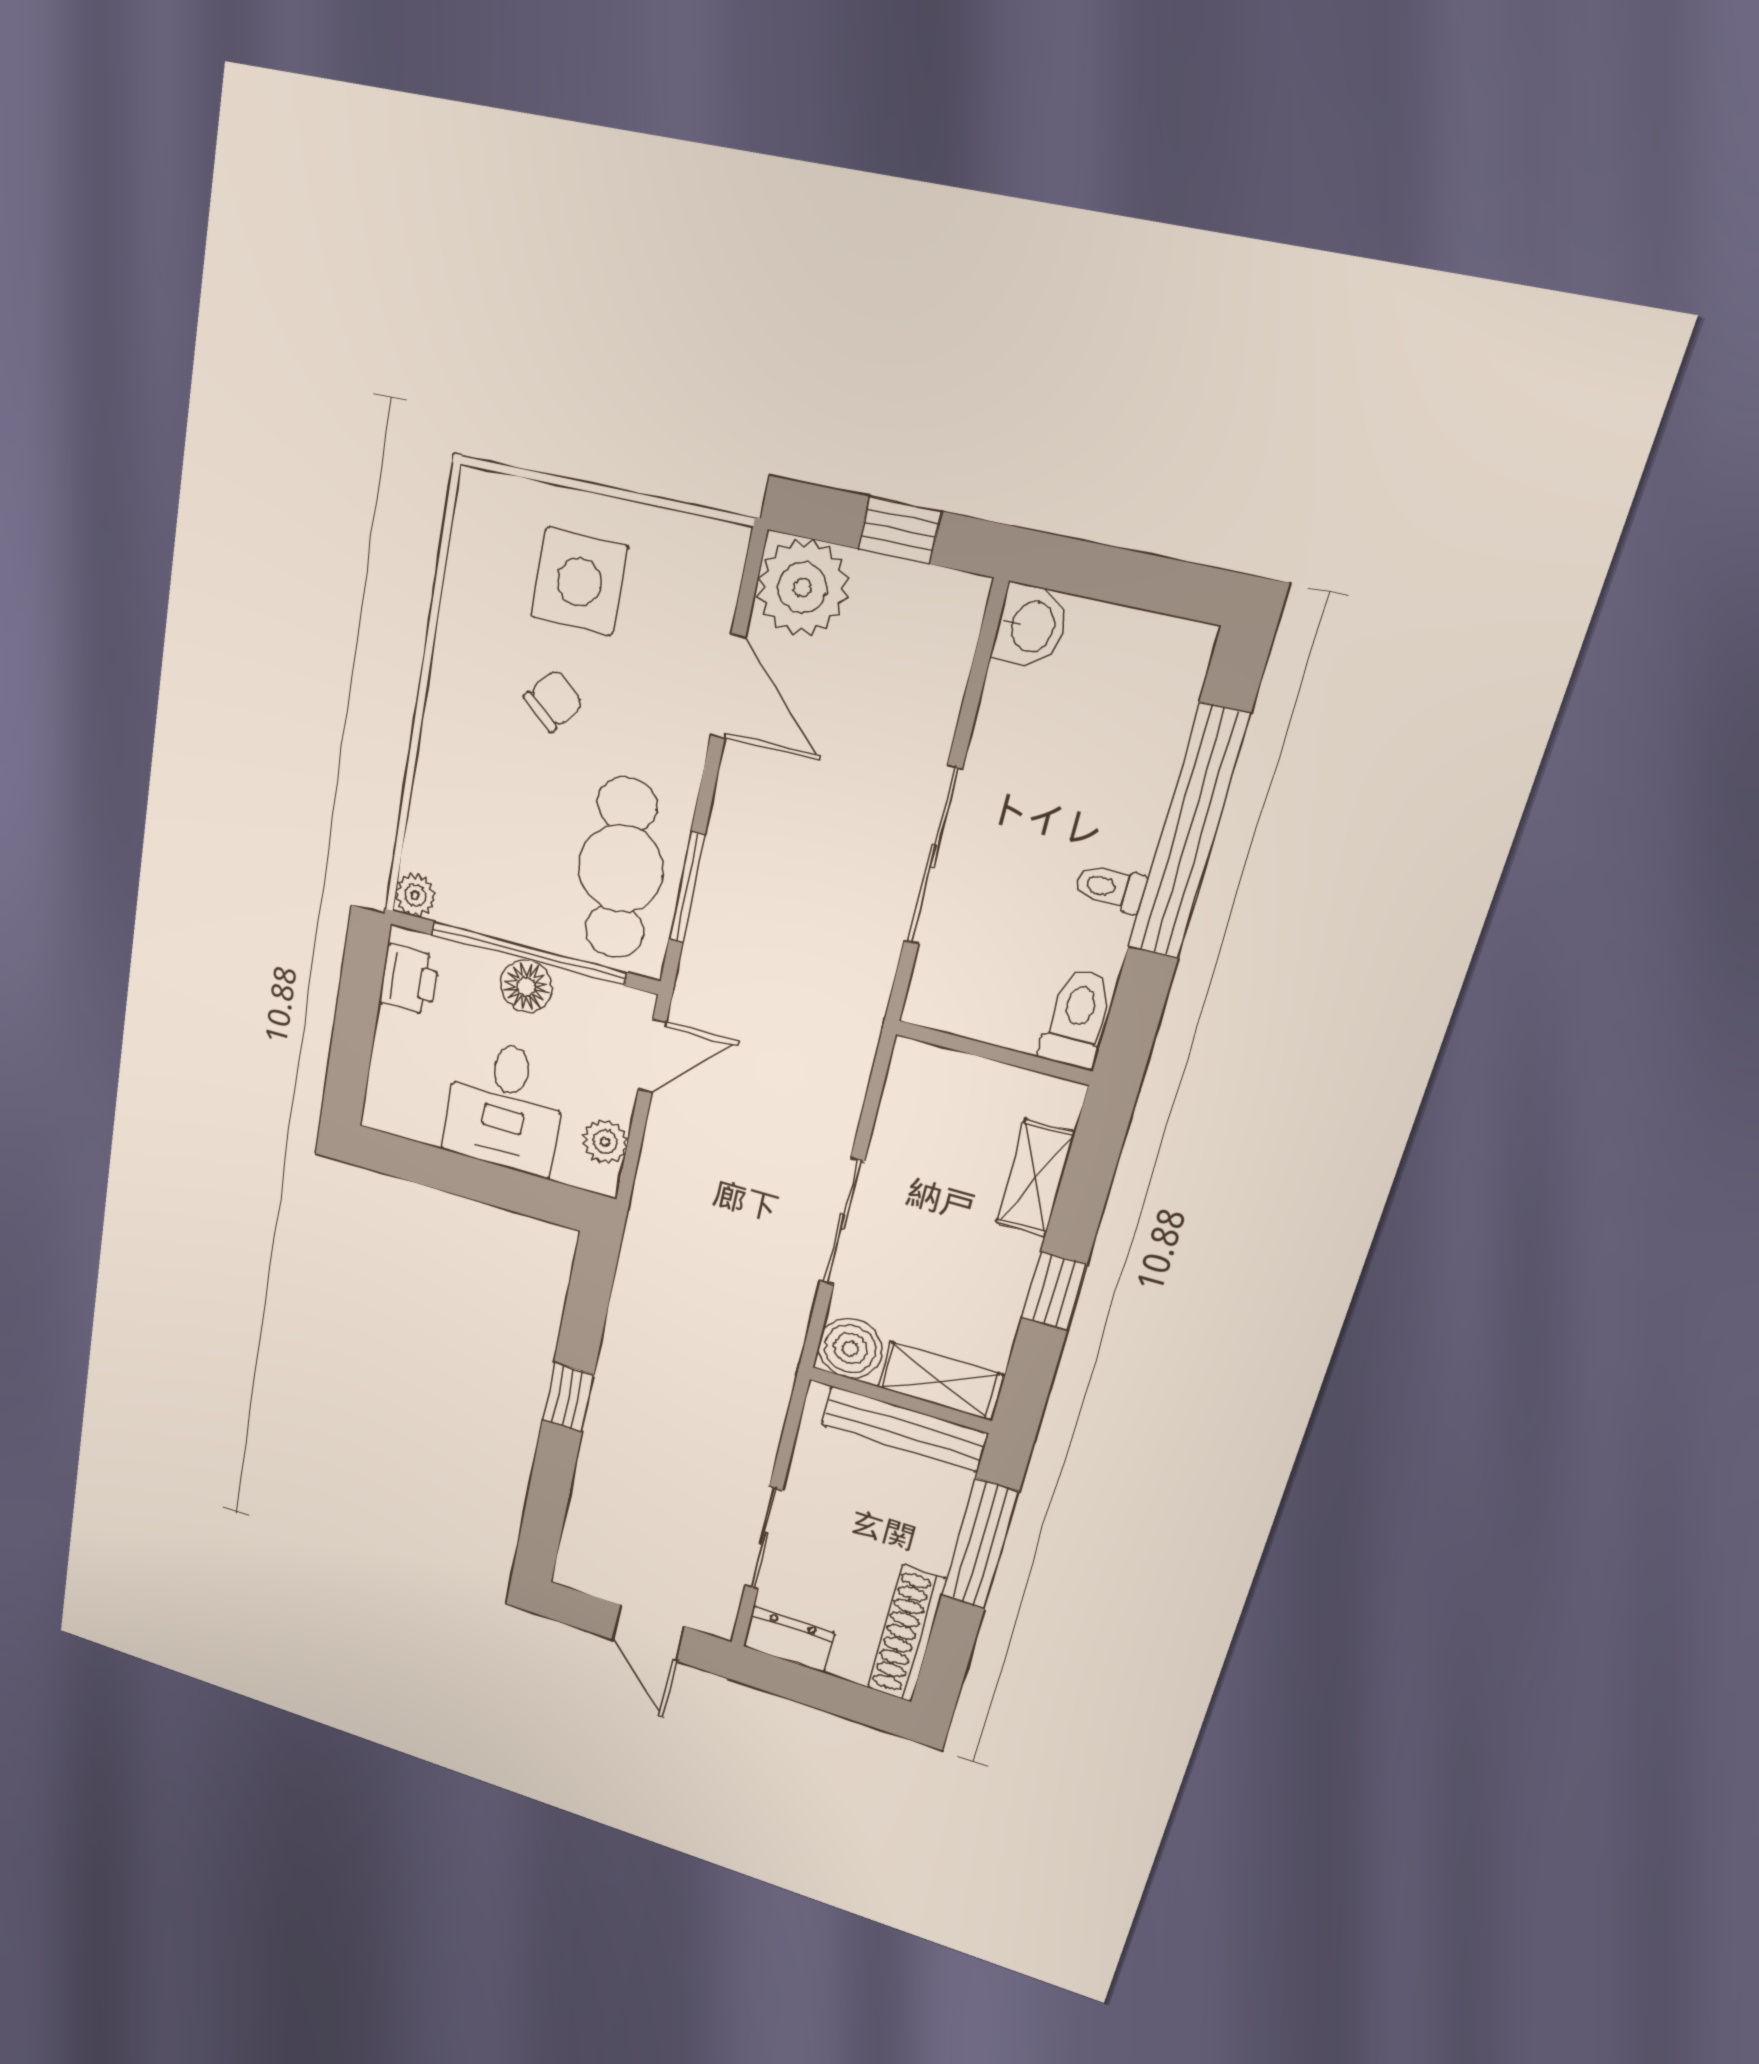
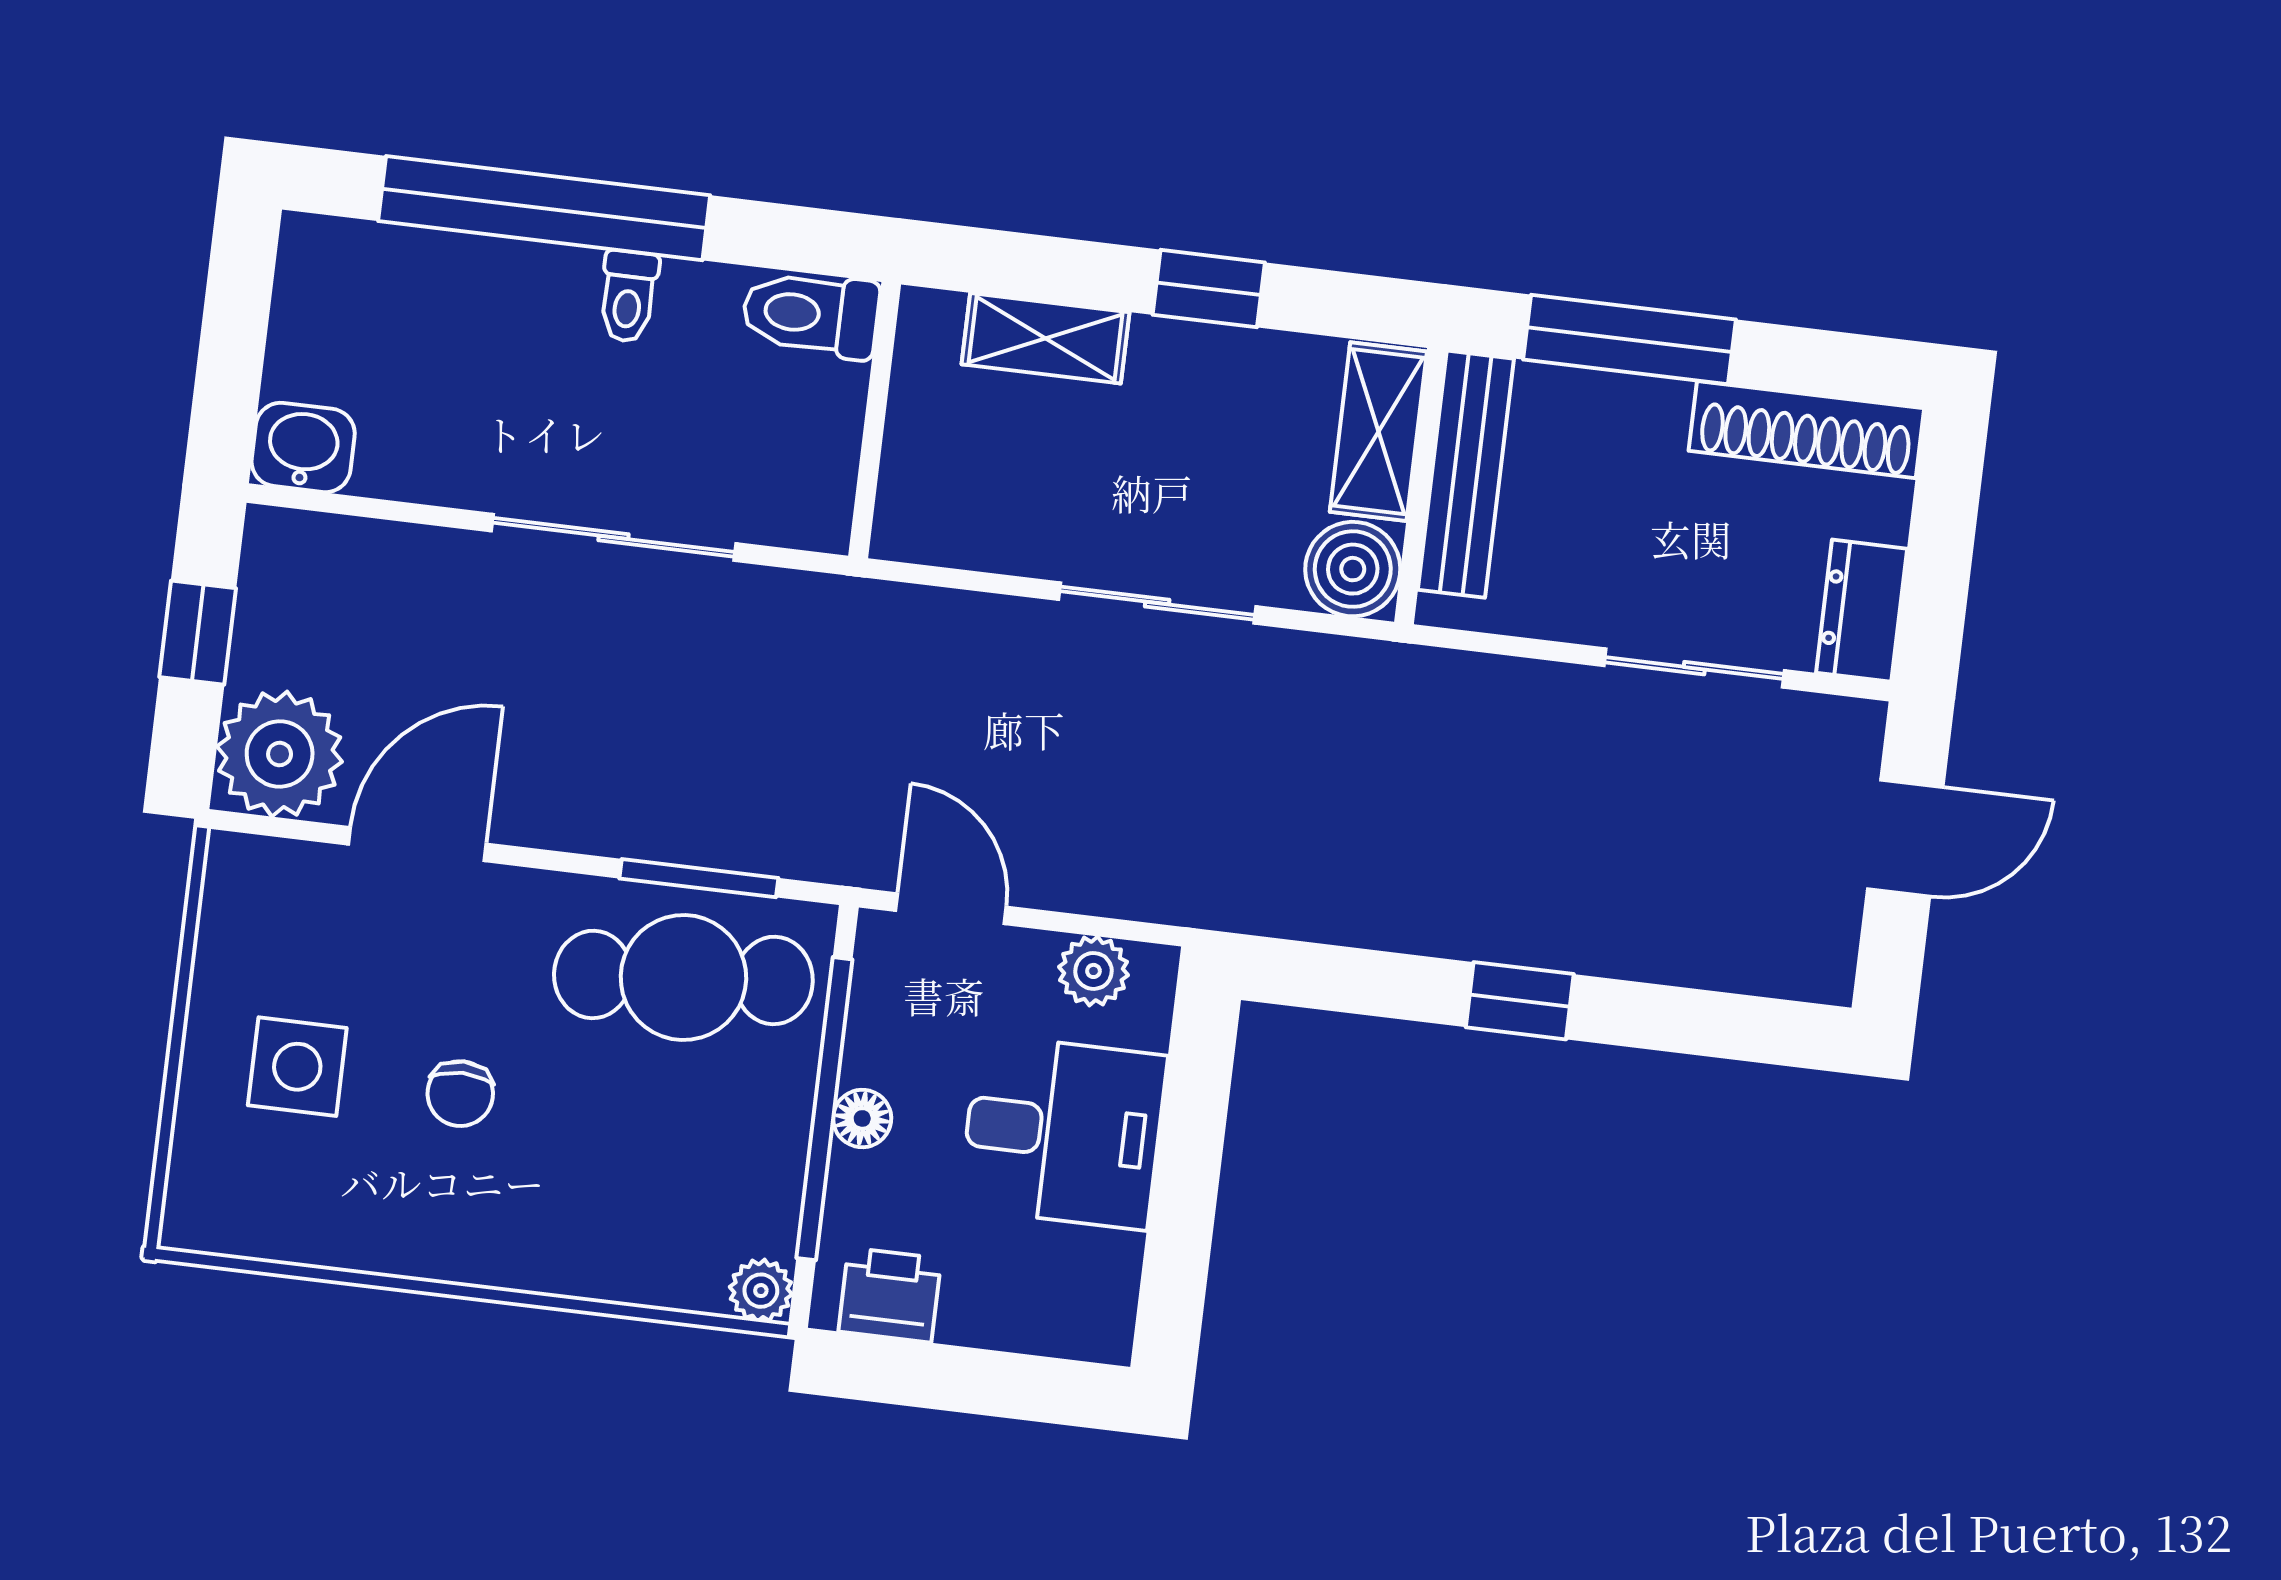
side table: (579, 582) -> (297, 1067), width x0.73, depth x0.73
chair: (554, 701) -> (460, 1094), turned -130
floor lamp: (526, 986) -> (862, 1118), width x0.73, depth x0.73

